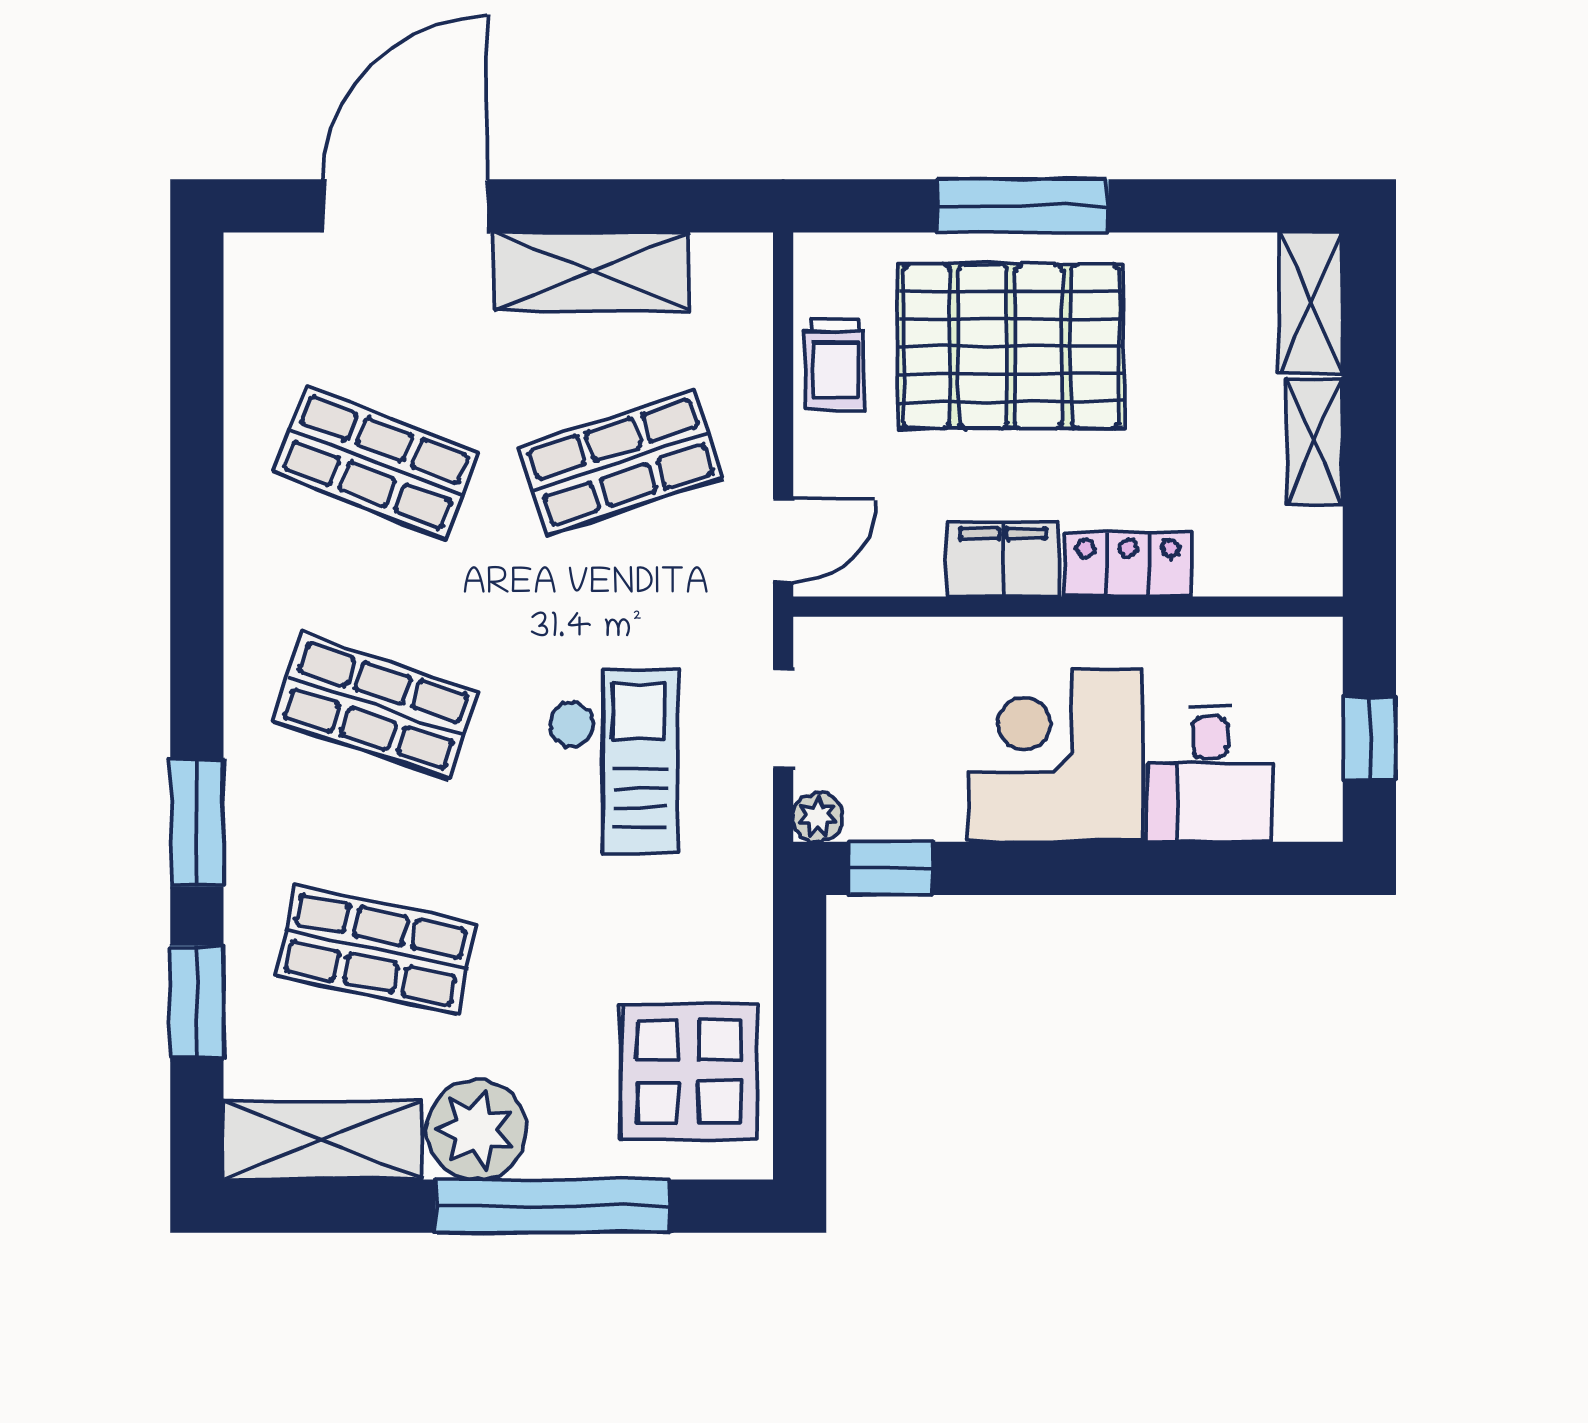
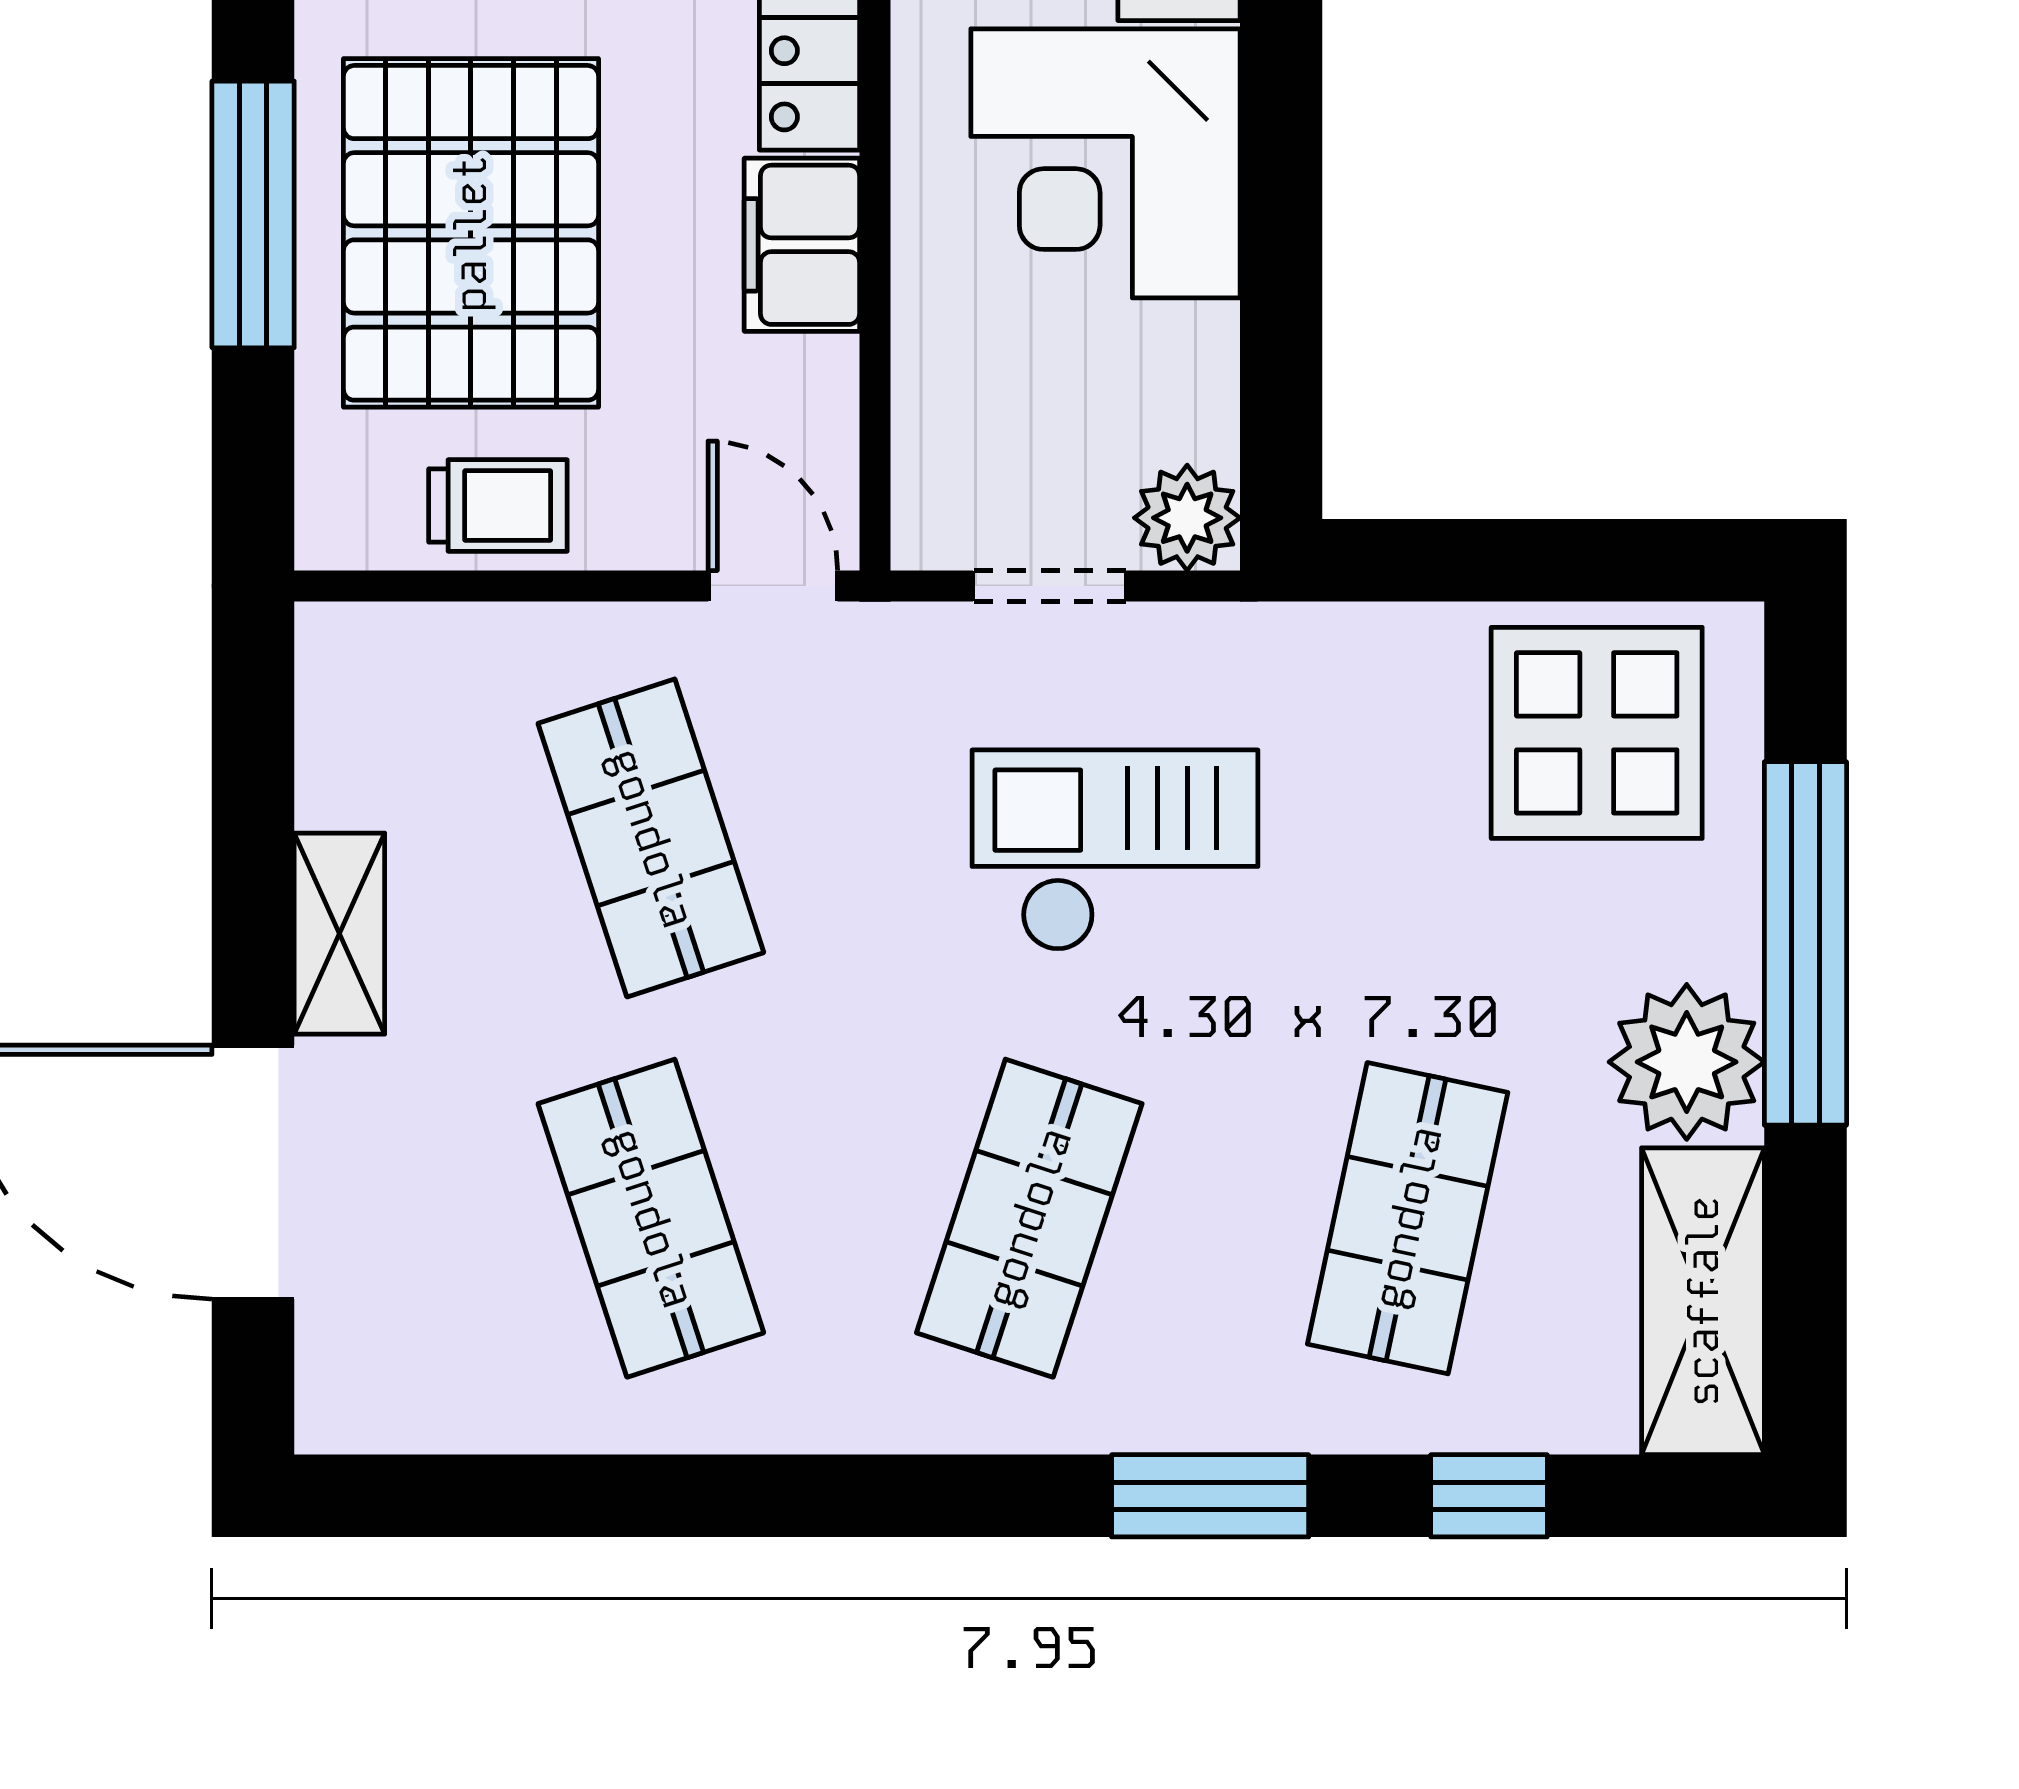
shelving: (592, 271) -> (339, 934), width x0.67, depth x0.75
shop shelf: (376, 462) -> (651, 1218), turned -39
plant: (818, 817) -> (1187, 518), width x1.38, depth x1.38
window: (891, 868) -> (1281, 419), removed
window: (197, 1002) -> (1489, 1496), width x0.67

